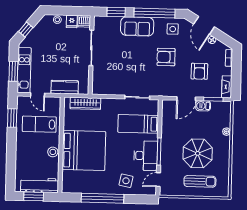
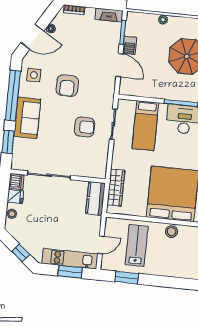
armchair: (199, 71) -> (84, 127), moved
kitchen counter: (65, 87) -> (95, 198), moved
lab bench: (39, 124) -> (137, 245), turned 180

